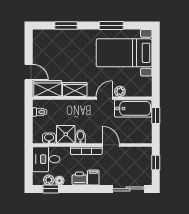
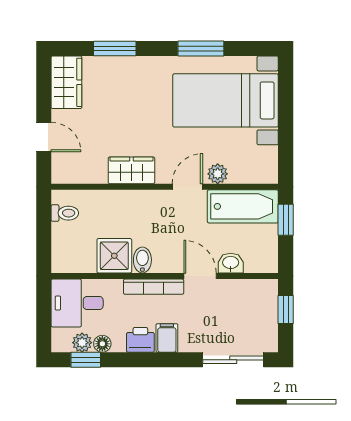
wardrobe: (48, 89) -> (66, 82), moved, turned 90
washbasin: (49, 138) -> (231, 263), moved

